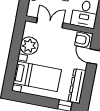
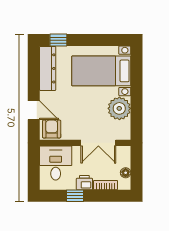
armchair: (83, 40) -> (52, 129), turned -90

